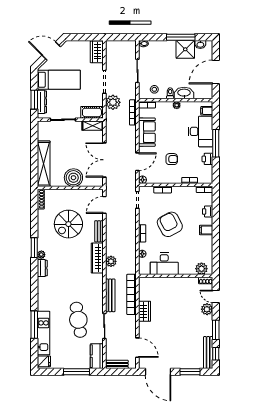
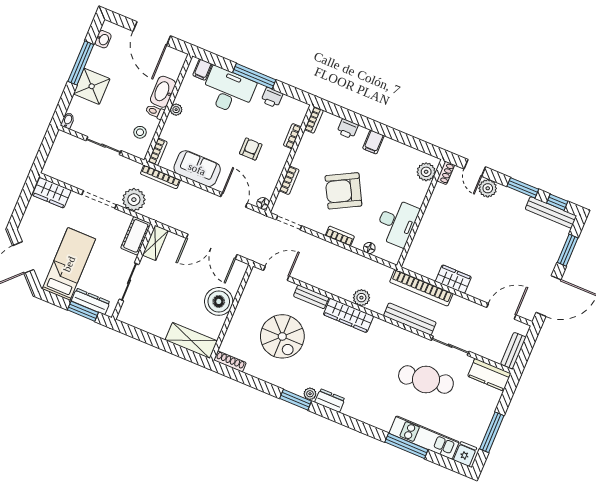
shower: (185, 49) -> (92, 86), moved
shelving: (44, 164) -> (191, 340), width x0.68
door: (104, 205) -> (276, 273), swing flipped
door: (216, 297) -> (475, 168), hinge flipped
window: (76, 372) -> (492, 432), moved

